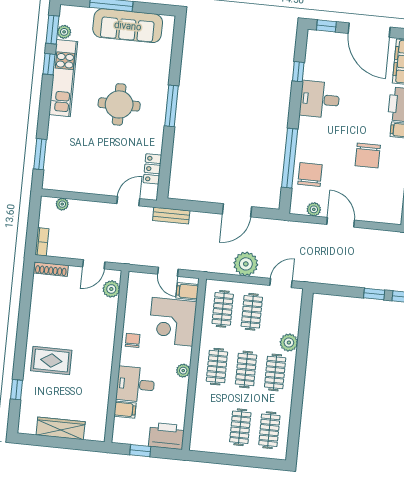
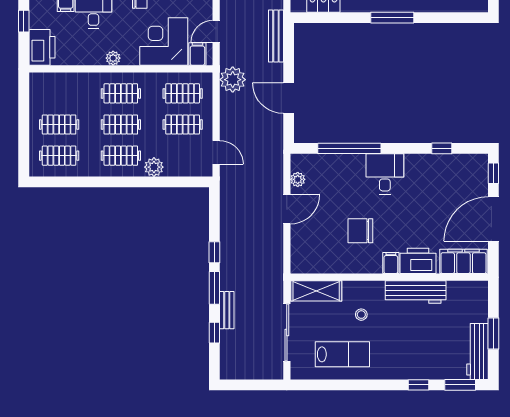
desk: (320, 99) -> (385, 174), moved
chair: (310, 174) -> (334, 172), removed
bench: (171, 216) -> (276, 36), width x1.36
plant: (246, 264) -> (233, 80), moved

